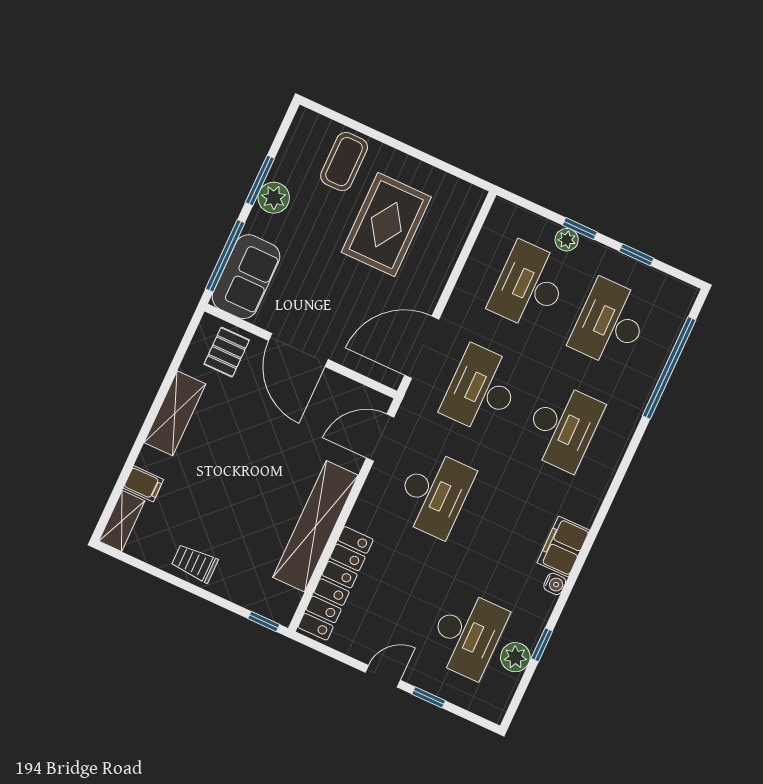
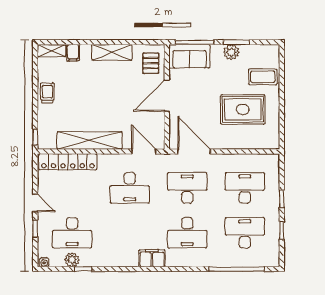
plant: (567, 240) -> (274, 195), removed
pallet: (227, 352) -> (151, 63), turned 90
filing cabinet: (563, 546) -> (152, 258), moved
water cooler: (555, 584) -> (44, 262), moved

